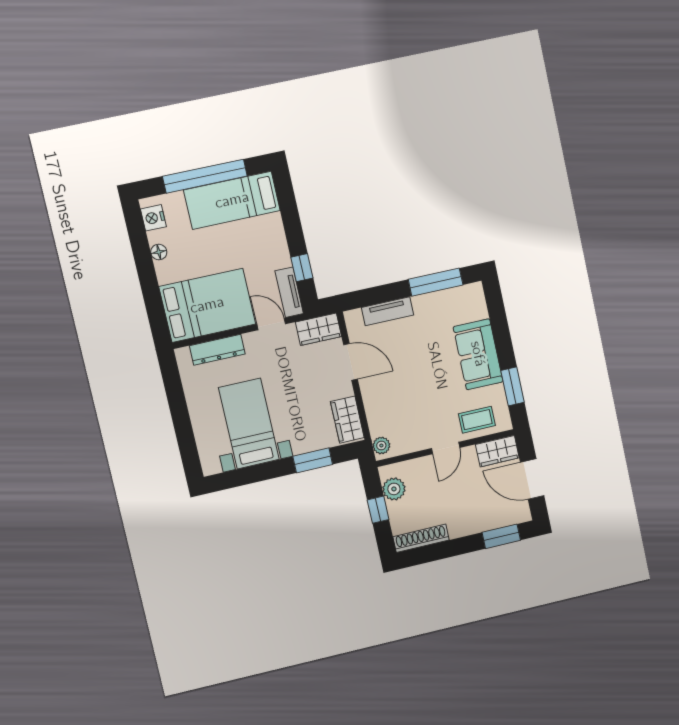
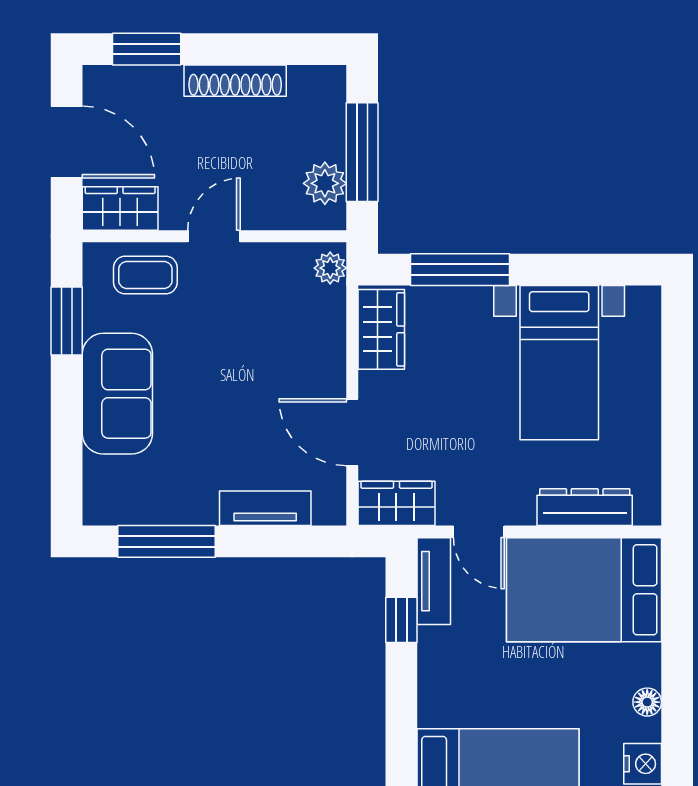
window: (313, 460) -> (460, 270), width x1.44
window: (378, 510) -> (362, 152), width x2.17
shoe rack: (421, 538) -> (235, 81), moved

